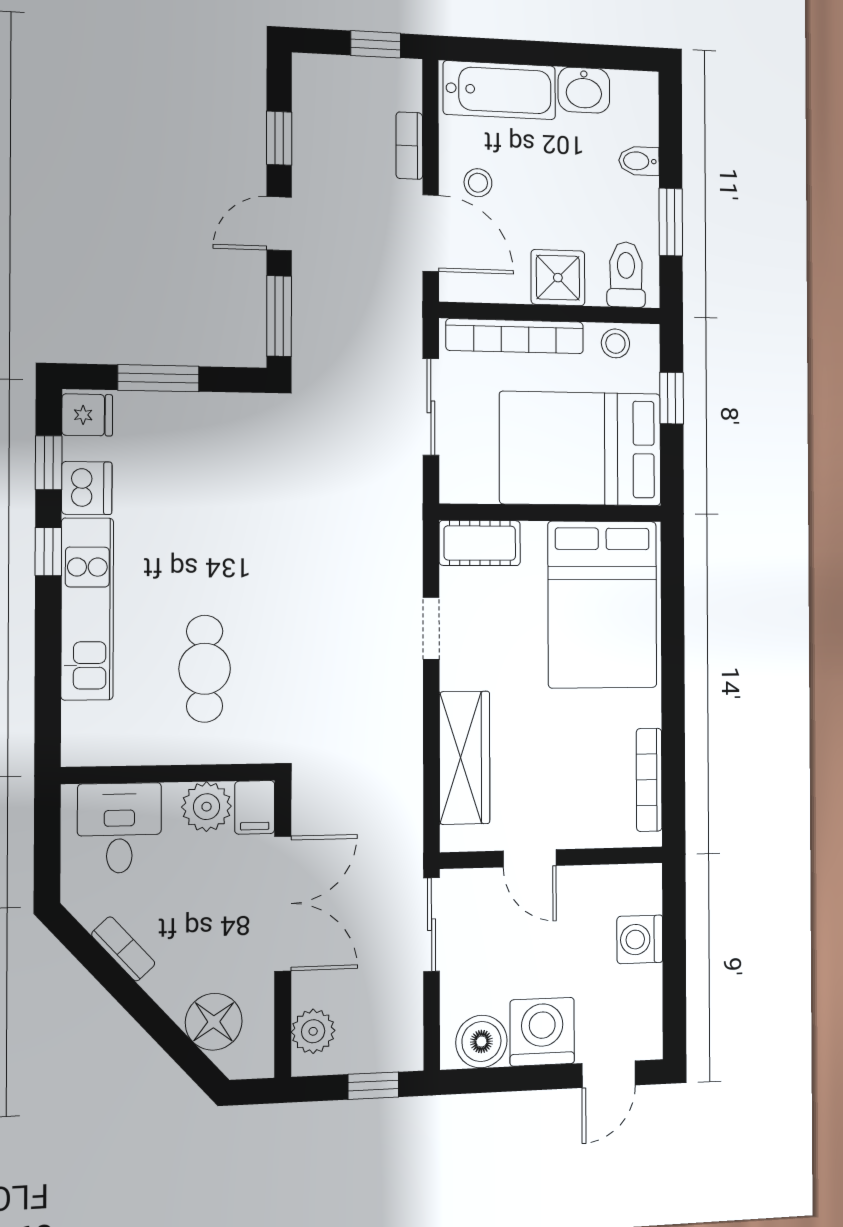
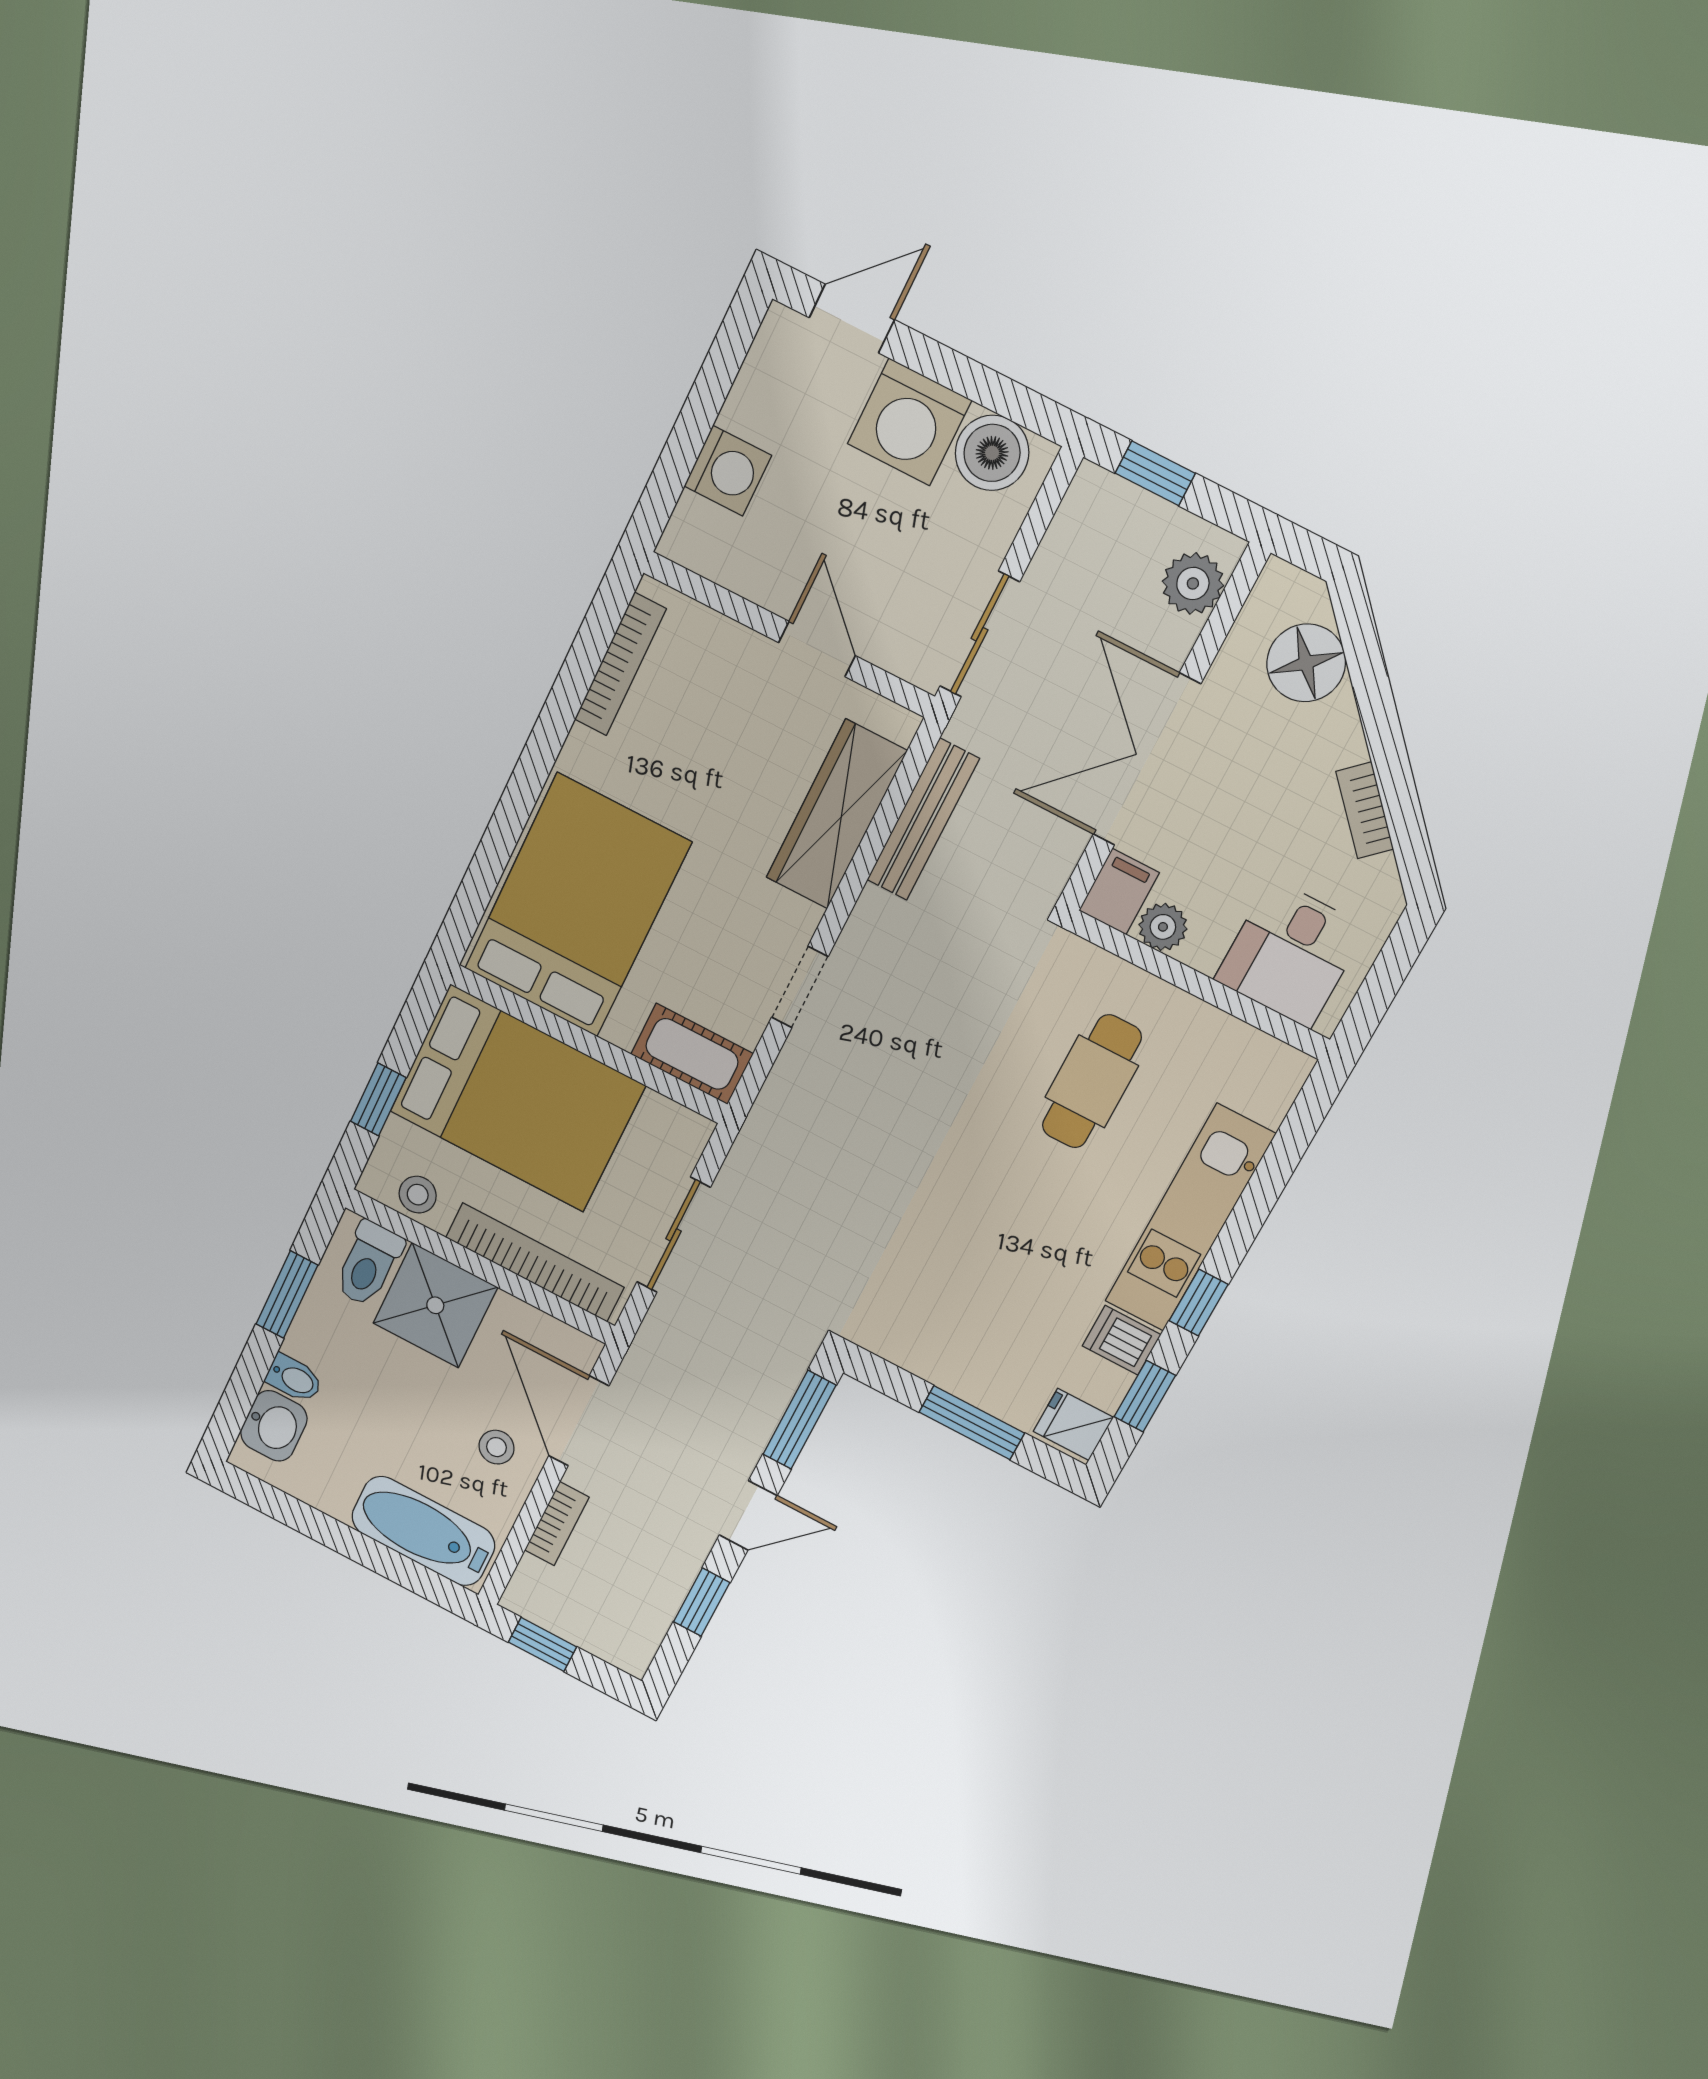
washbasin: (584, 90) -> (274, 1426), moved, turned 90
shower: (558, 278) -> (435, 1305), width x1.36, depth x1.36
dishwasher: (87, 488) -> (1122, 1340), width x0.73
bench: (407, 785) -> (923, 820), added
plant: (207, 807) -> (1163, 927), width x0.73, depth x0.73

